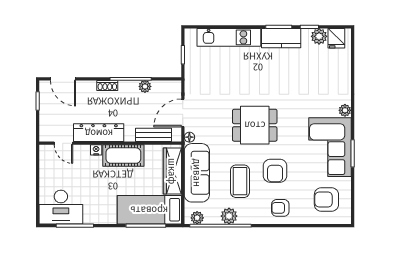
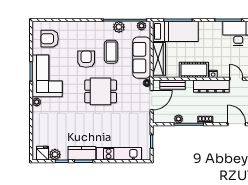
armchair: (326, 199) -> (50, 39), turned 180
armchair: (280, 208) -> (82, 33), removed

